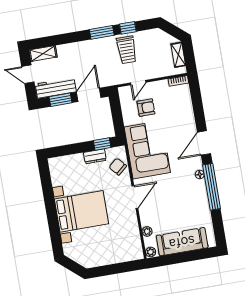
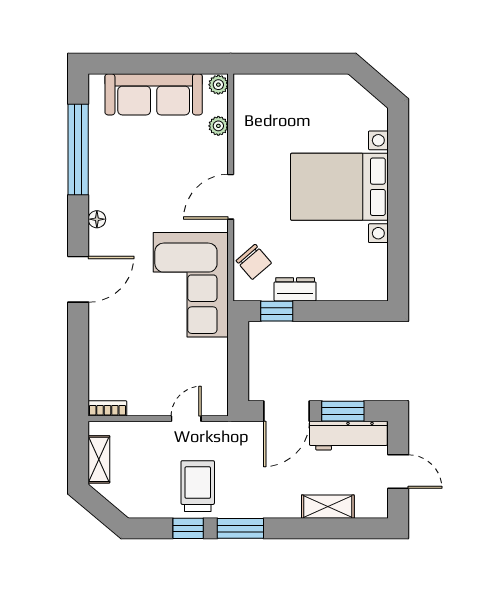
shelving: (43, 54) -> (328, 507), moved
armchair: (146, 108) -> (179, 367), removed
window: (211, 187) -> (78, 149), moved

